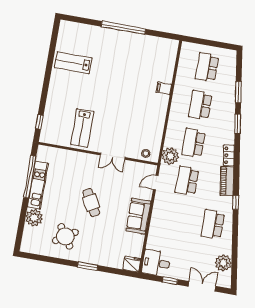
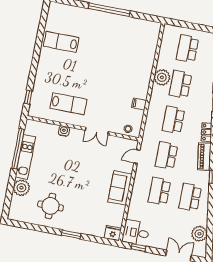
filing cabinet: (164, 88) -> (139, 104), moved
lab bench: (82, 128) -> (68, 104), turned -90
plant: (170, 156) -> (162, 77), moved
water cooler: (78, 157) -> (64, 131), added
cafe table: (91, 203) -> (76, 174), removed
school desk: (180, 219) -> (159, 191), added
round table: (65, 236) -> (50, 206), turned 33
window: (170, 281) -> (138, 248), moved

